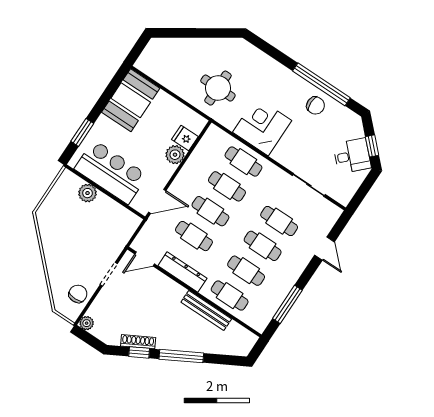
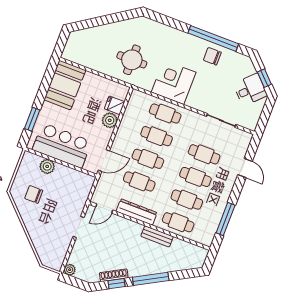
chair: (316, 105) -> (212, 56), turned 180
chair: (78, 294) -> (34, 194), moved, turned -90
bench: (206, 311) -> (157, 236), width x0.73

